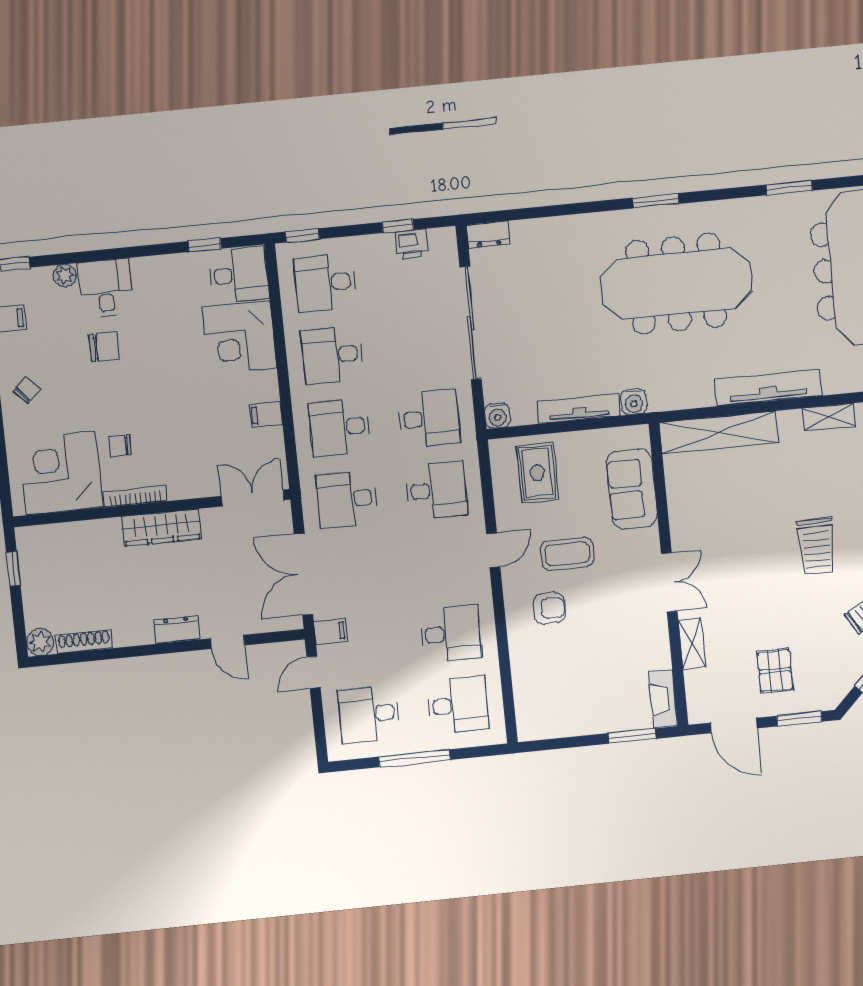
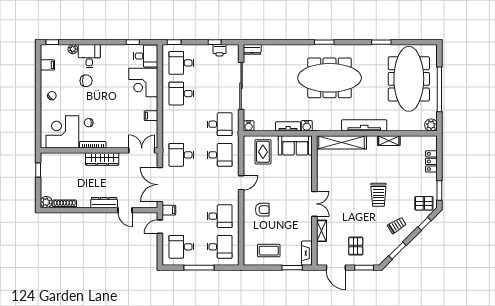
tv unit: (578, 409) -> (288, 126), width x0.71
desk: (340, 427) -> (182, 124), removed
sofa: (632, 489) -> (295, 145), moved, turned -90
coffee table: (567, 554) -> (269, 251), moved
dresser: (177, 629) -> (104, 203), width x1.44

